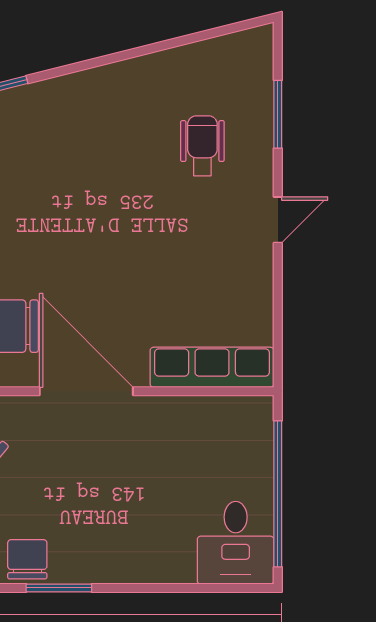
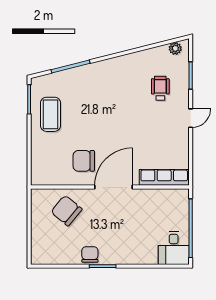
plant: (239, 47) -> (175, 48), added
door: (86, 391) -> (114, 187), hinge flipped

